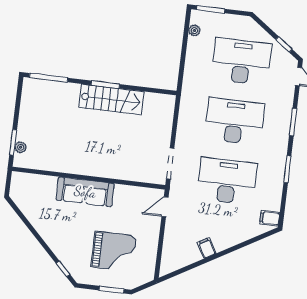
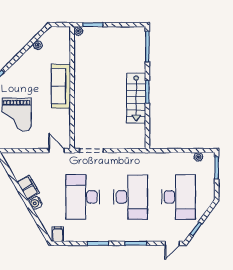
plant: (21, 147) -> (78, 31), moved
desk: (227, 181) -> (83, 197), turned 180
plant: (30, 214) -> (38, 45), added
water cooler: (227, 241) -> (36, 203), added
filing cabinet: (207, 248) -> (28, 187), width x2.00

